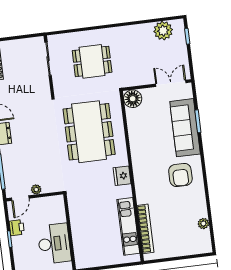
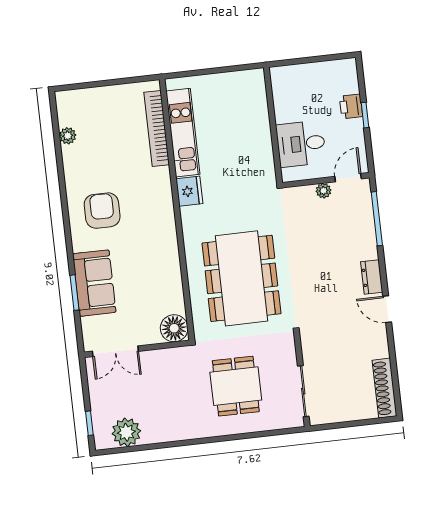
dining table: (92, 61) -> (236, 386), turned 90
sofa: (185, 128) -> (94, 283), width x0.73
fridge: (122, 176) -> (189, 191), moved
printer: (17, 228) -> (351, 106), moved
desk: (54, 244) -> (301, 144), moved, width x0.73

